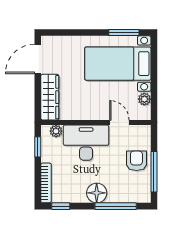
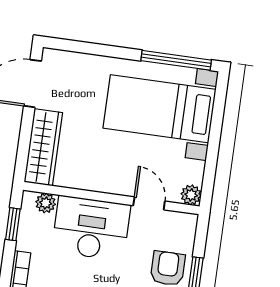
window: (124, 33) -> (176, 60), width x1.44
plant: (144, 99) -> (191, 195), moved

